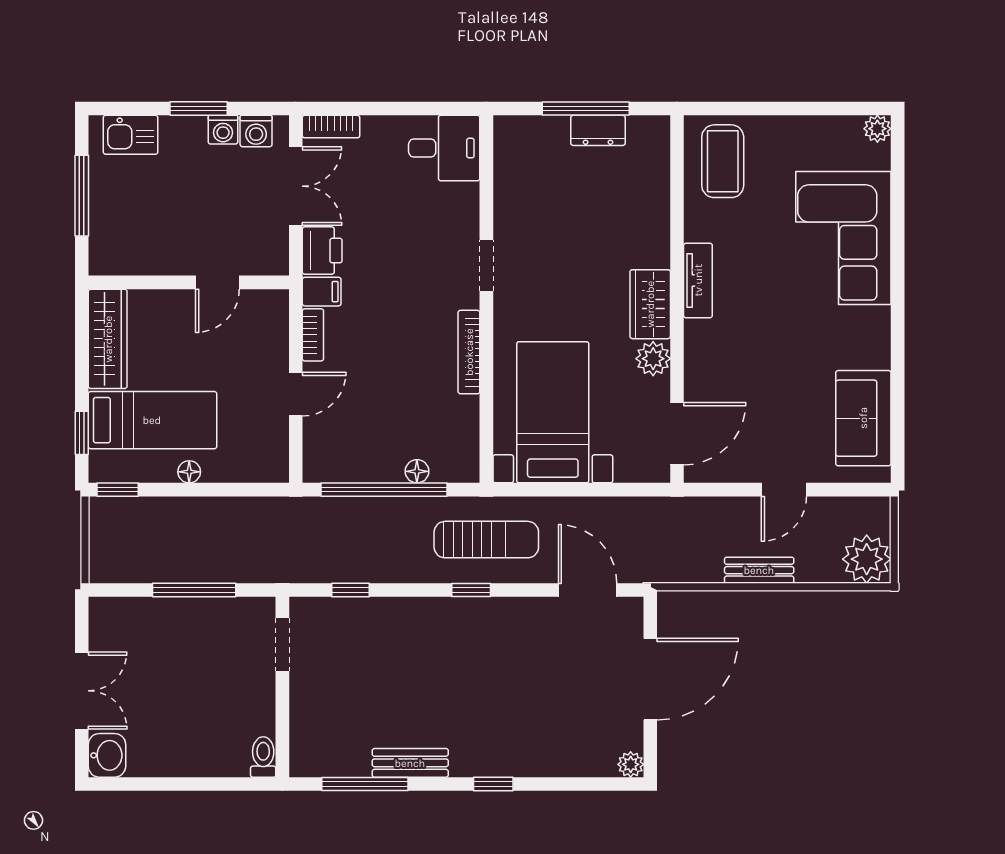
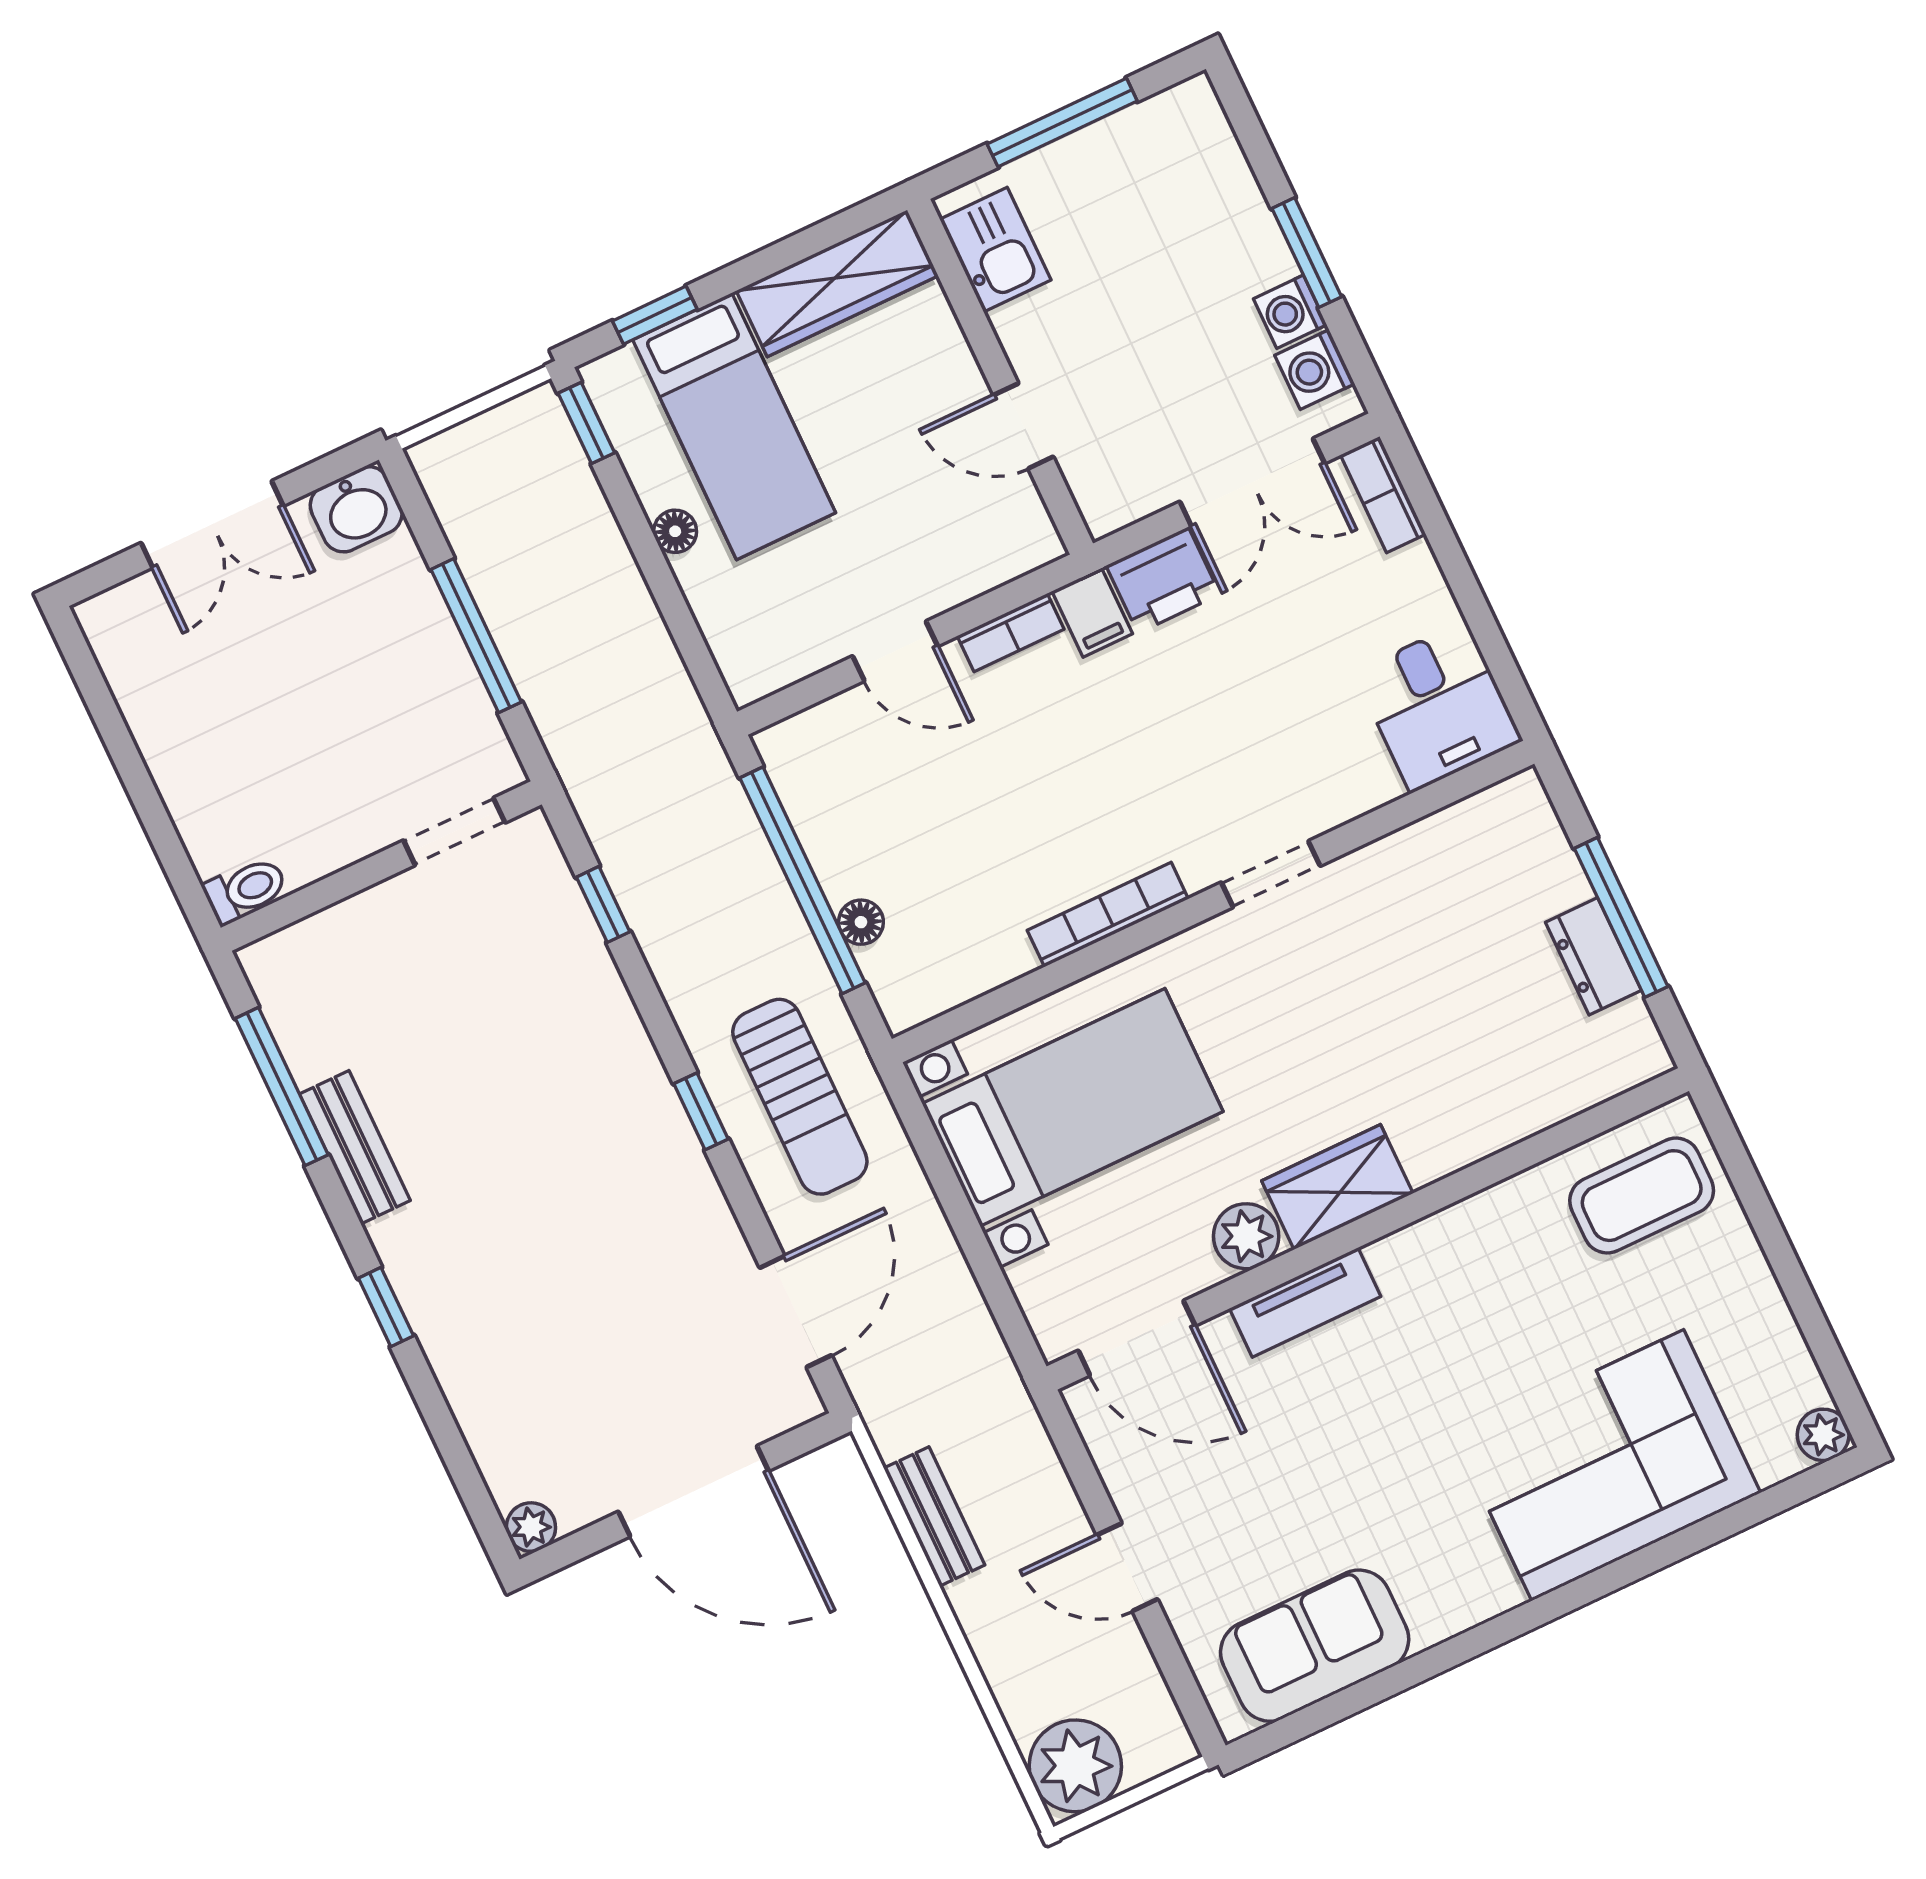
kitchen sink: (131, 135) -> (995, 250), moved, turned 180
tv unit: (698, 280) -> (1305, 1302), moved
bench: (759, 570) -> (934, 1517), moved
washbasin: (107, 755) -> (356, 509), moved

